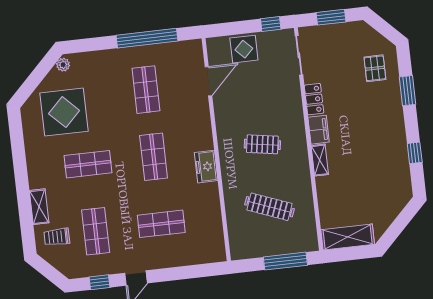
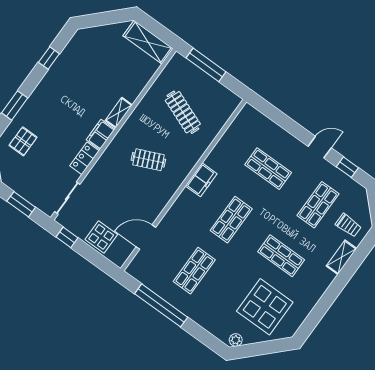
clothes rail: (262, 144) -> (148, 160), turned -33

